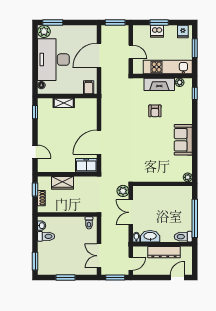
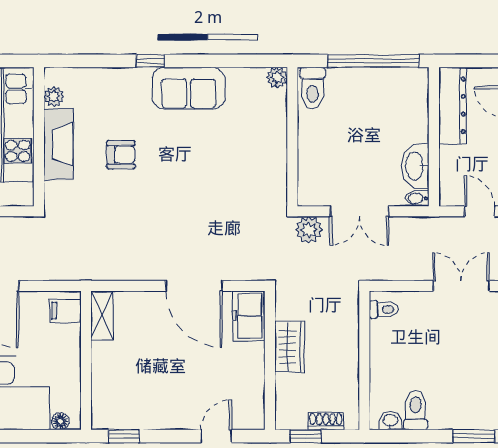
window: (195, 93) -> (151, 61), moved
shelving: (64, 103) -> (102, 315), moved
wardrobe: (62, 183) -> (290, 347), moved
toilet: (183, 237) -> (313, 88), moved
dresser: (164, 252) -> (453, 105), moved
double door: (99, 256) -> (461, 286), swing flipped

